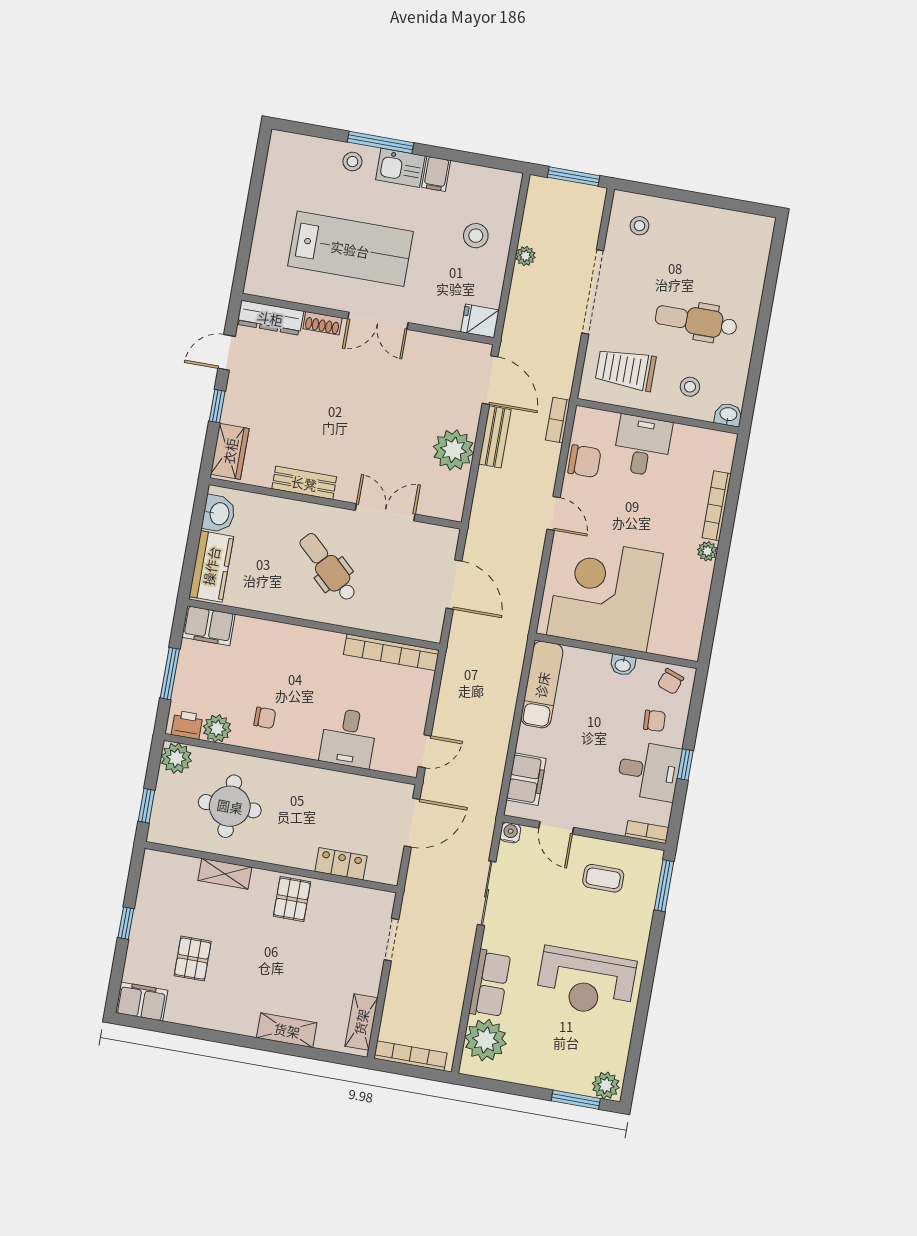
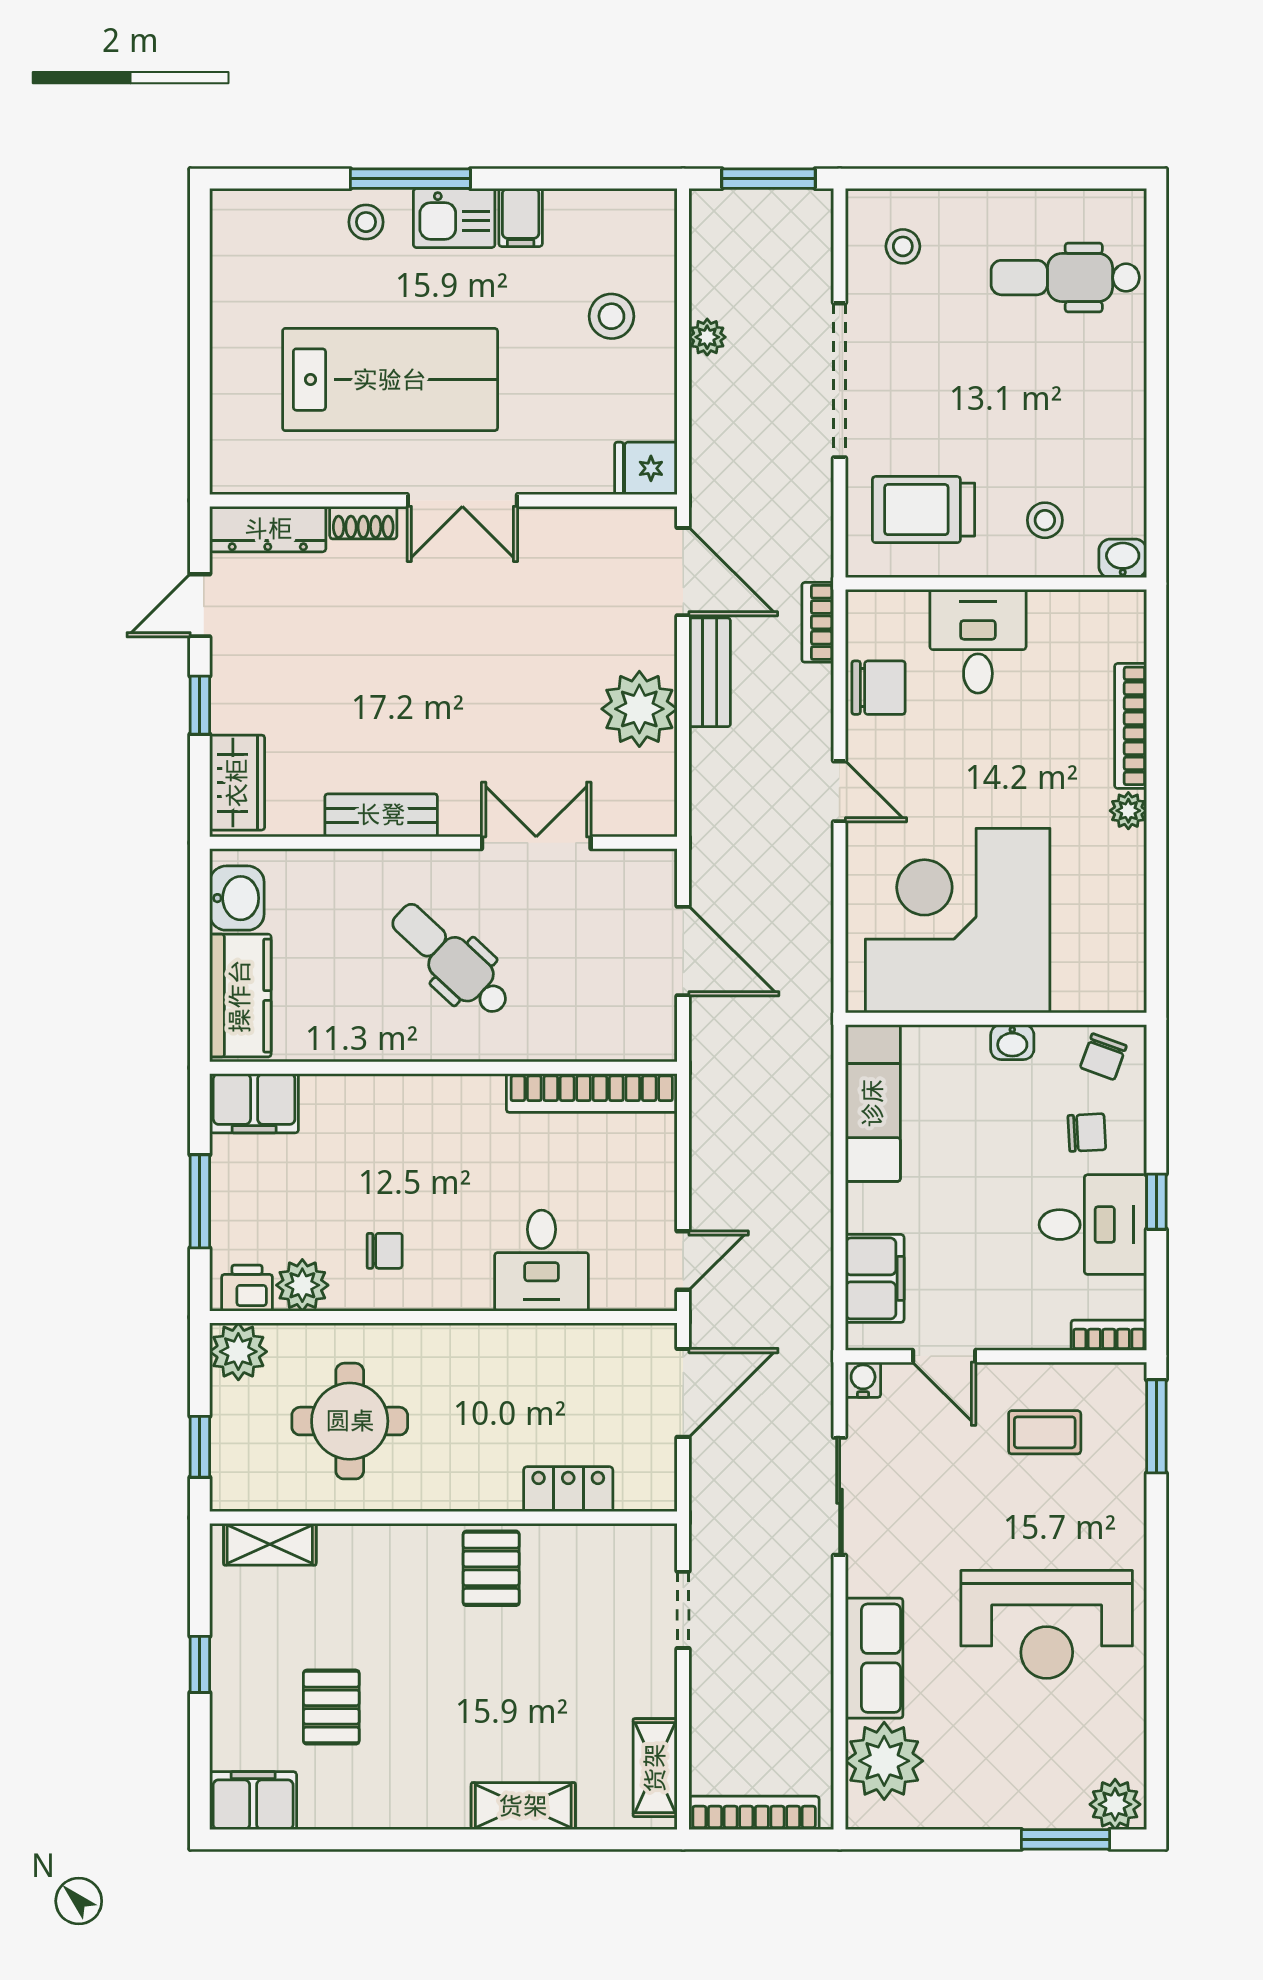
dental chair: (696, 321) -> (1065, 278), moved
shelving: (225, 874) -> (270, 1544), moved

